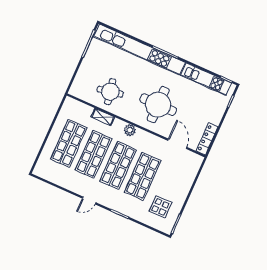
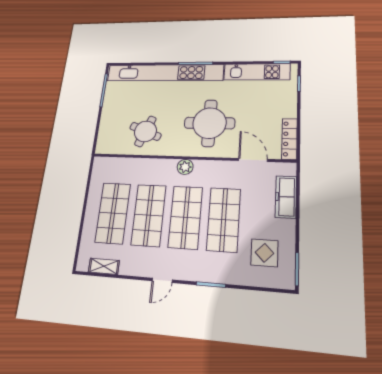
round table: (110, 92) -> (145, 131), turned 33
shelving: (103, 117) -> (104, 266), moved
freezer: (188, 177) -> (286, 197), added

